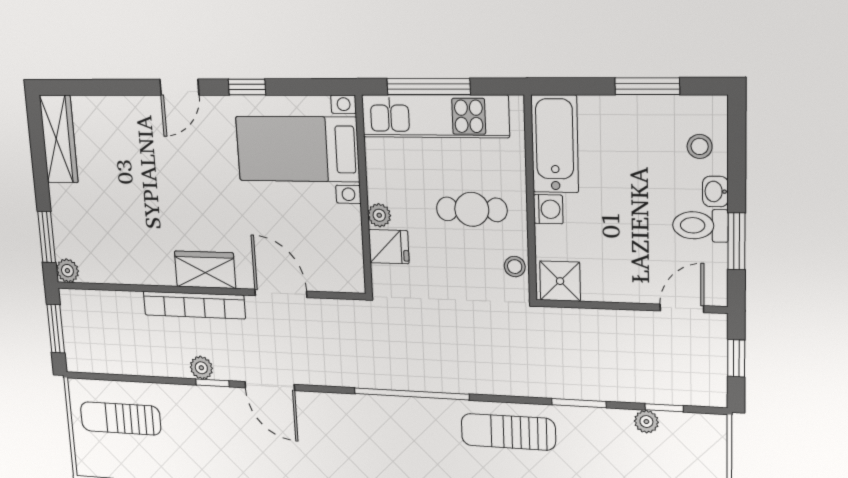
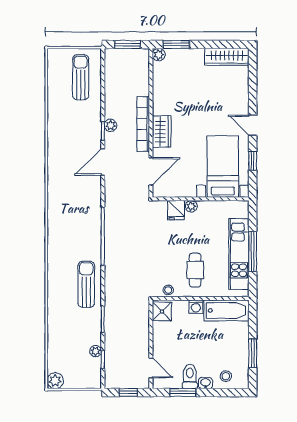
bed with nightstands: (297, 149) -> (223, 167), moved
wall: (364, 196) -> (201, 199), moved
plant: (379, 215) -> (191, 206), moved
fridge: (389, 247) -> (176, 210), moved

